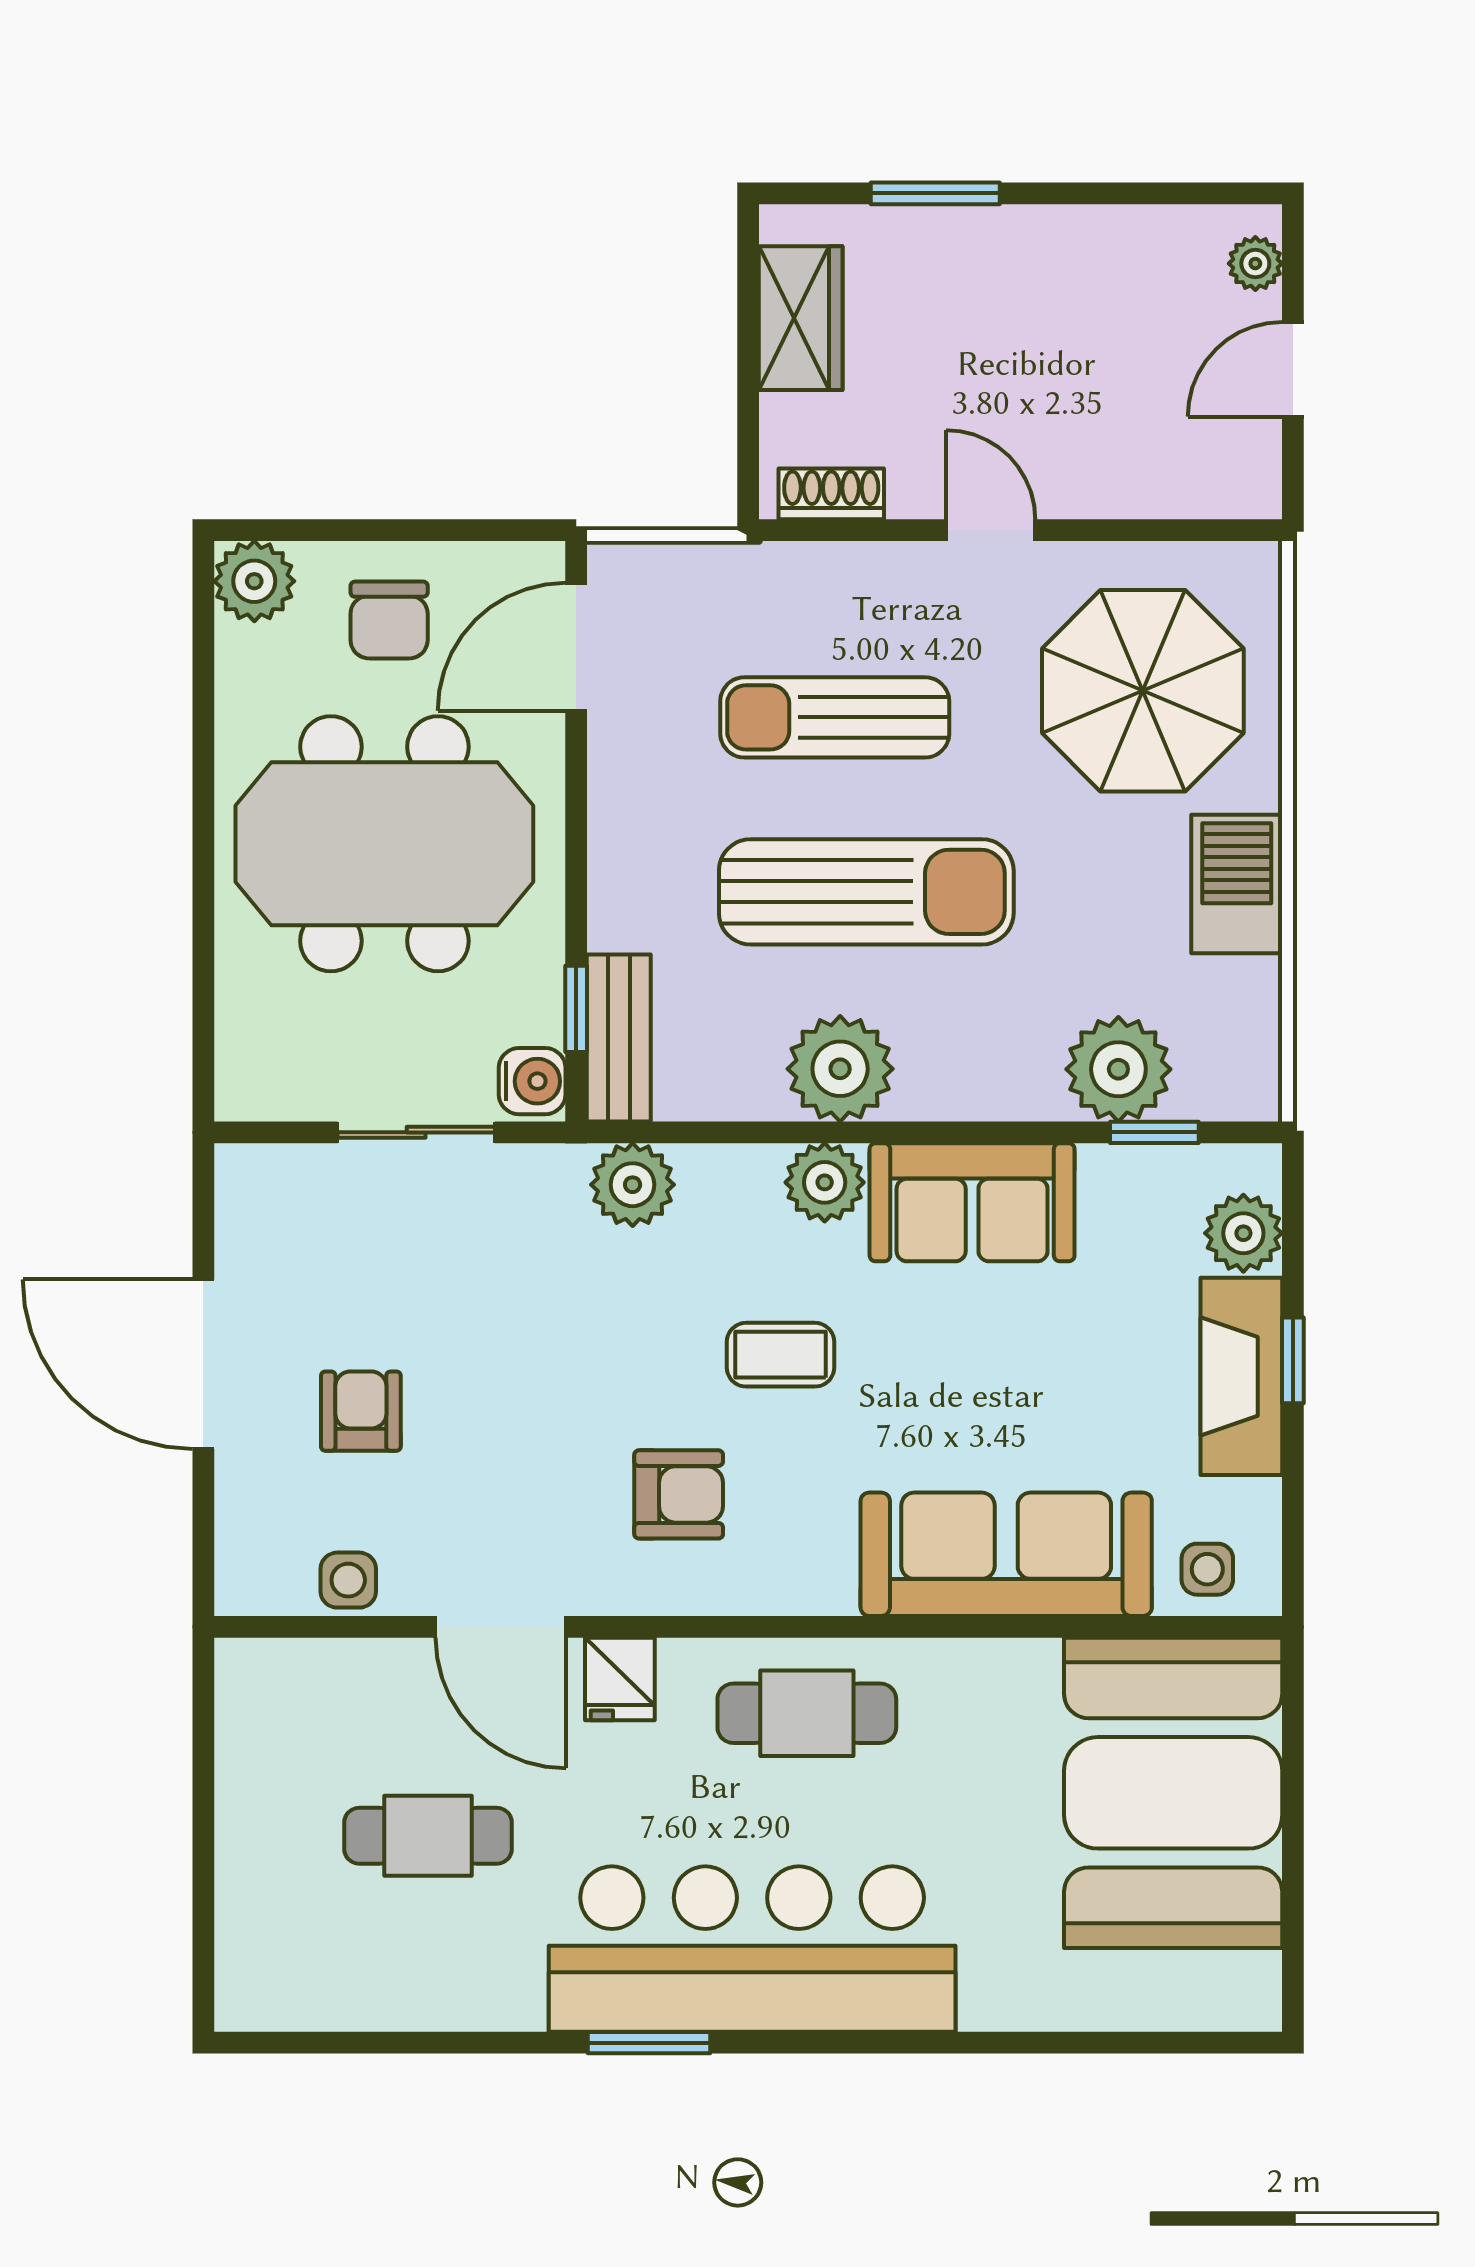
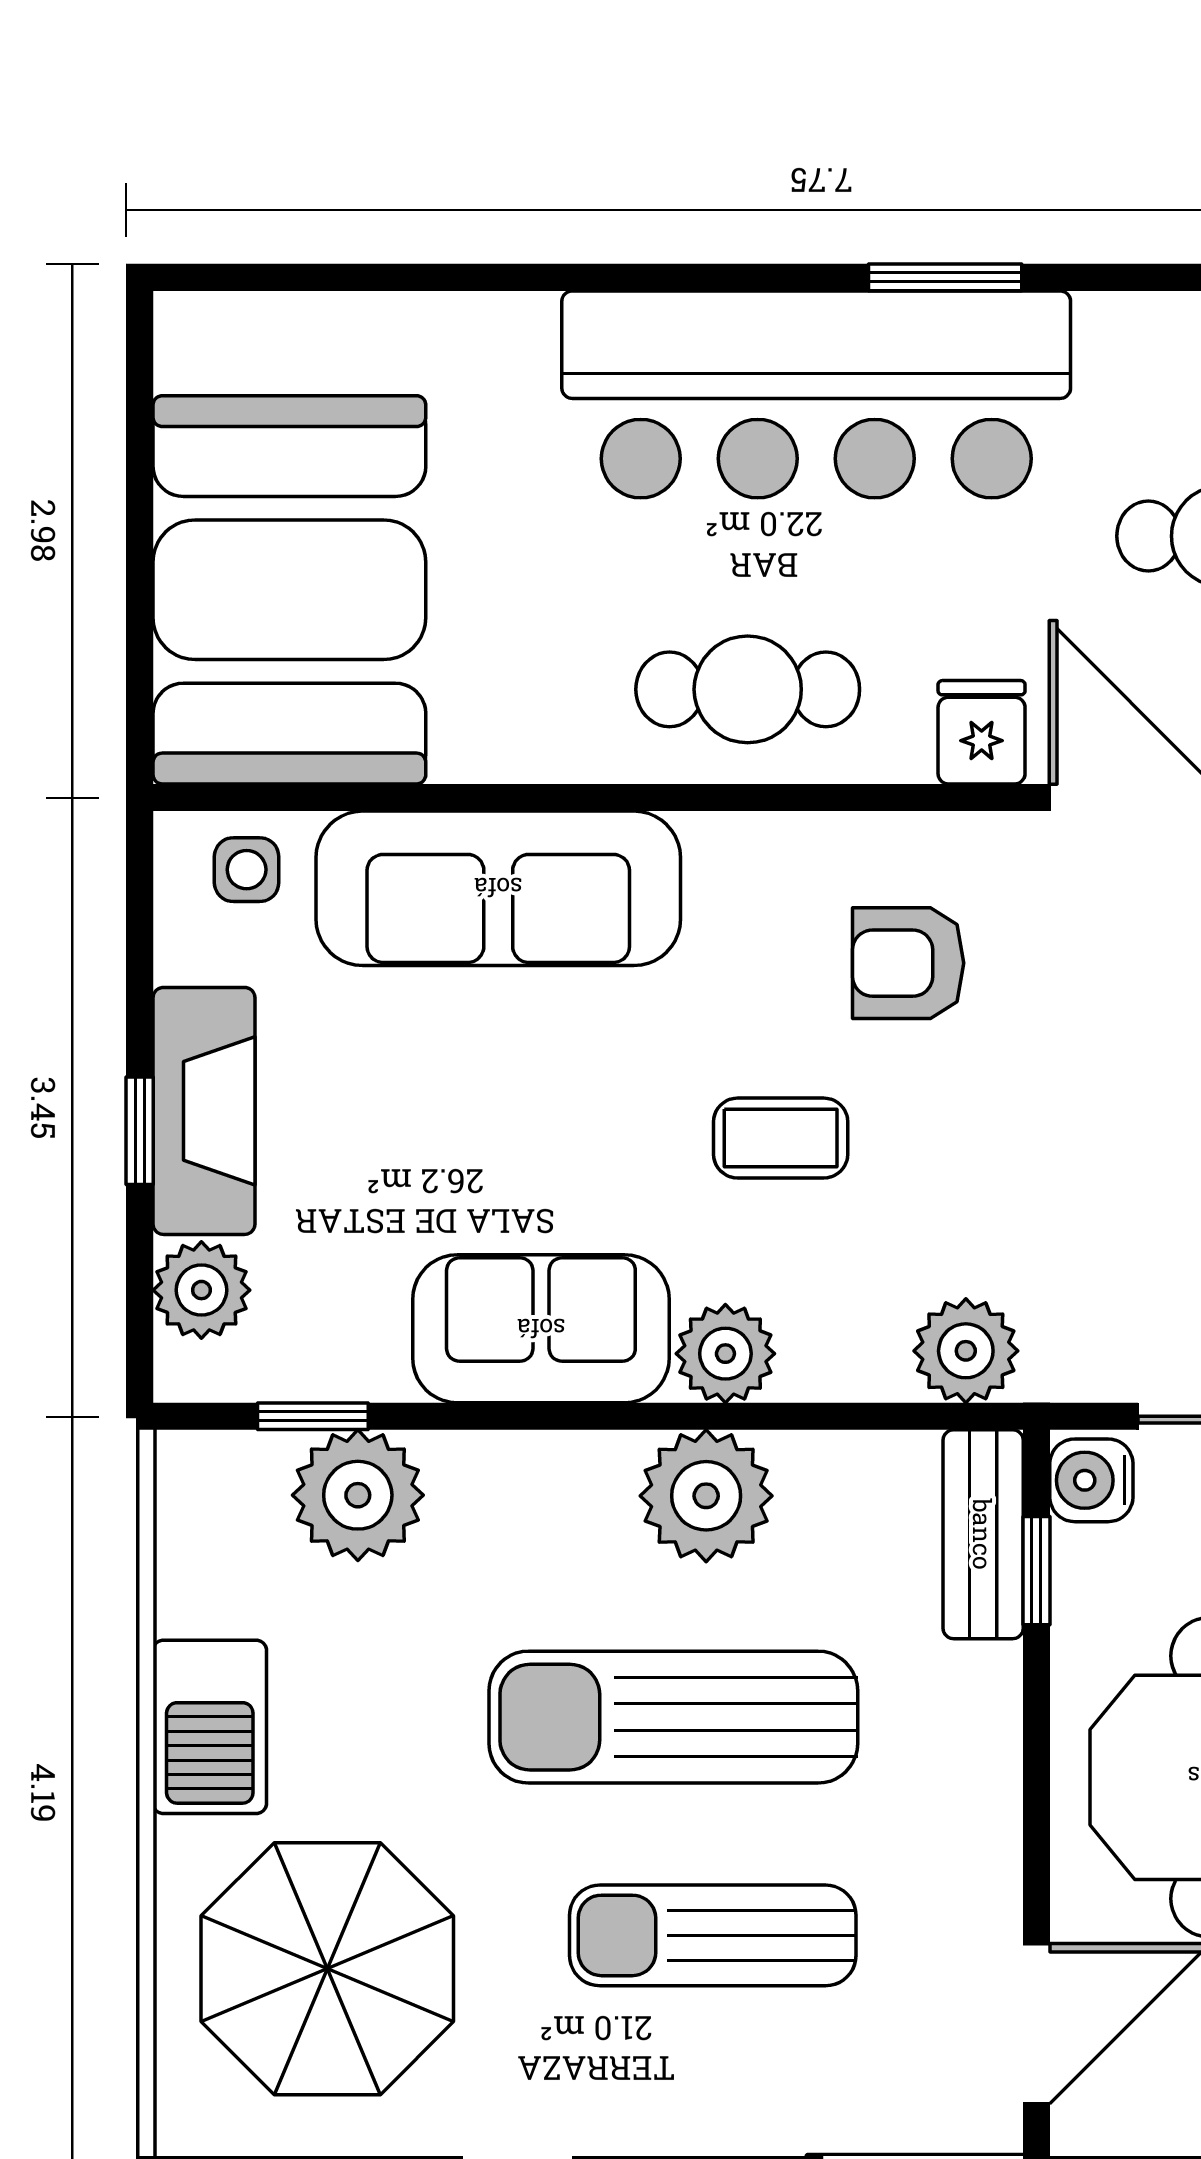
sun lounger: (835, 717) -> (713, 1935), turned 180

